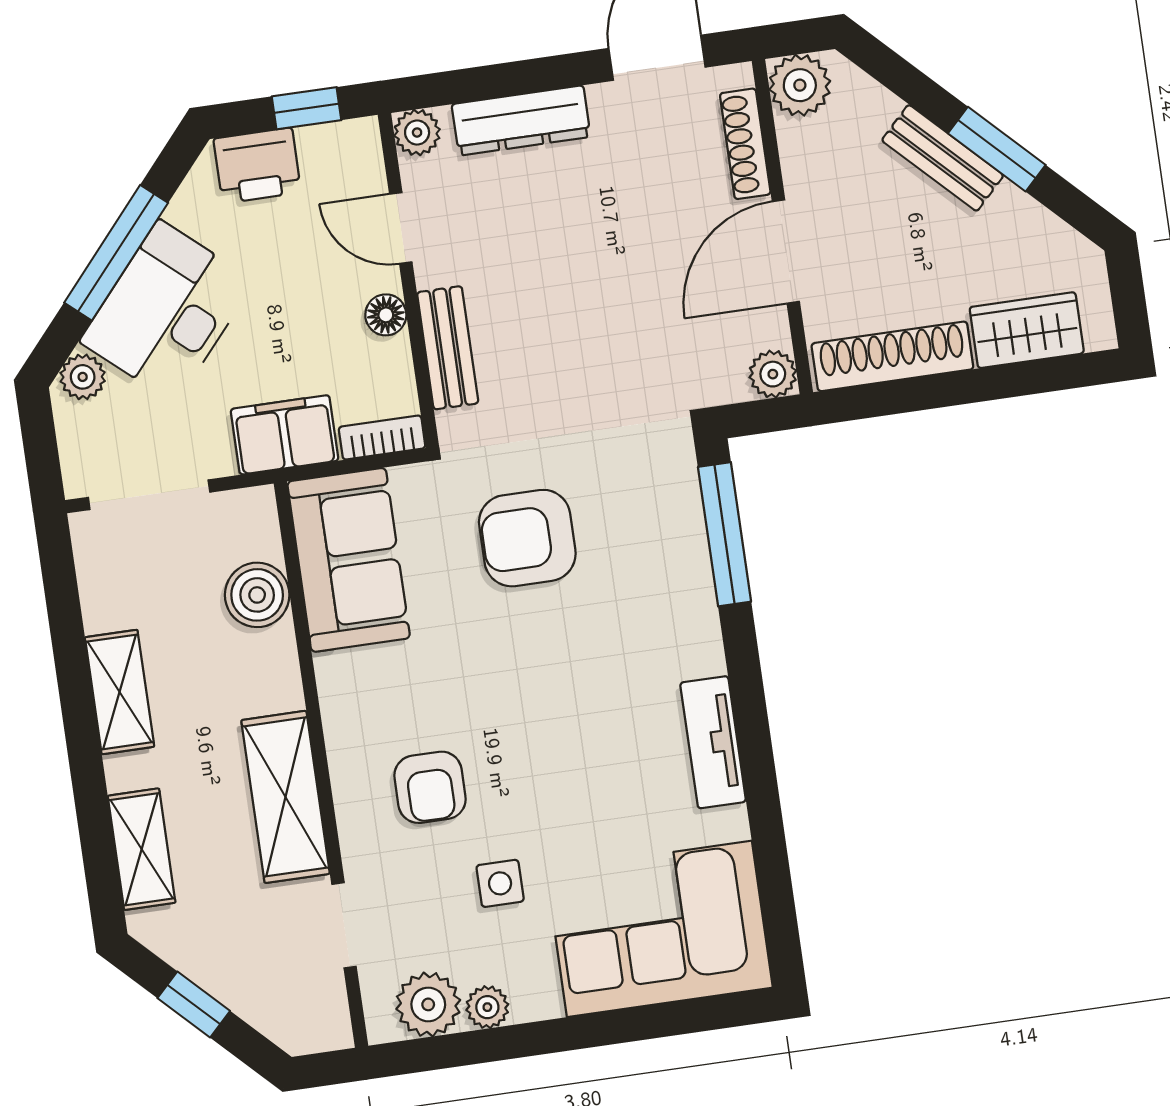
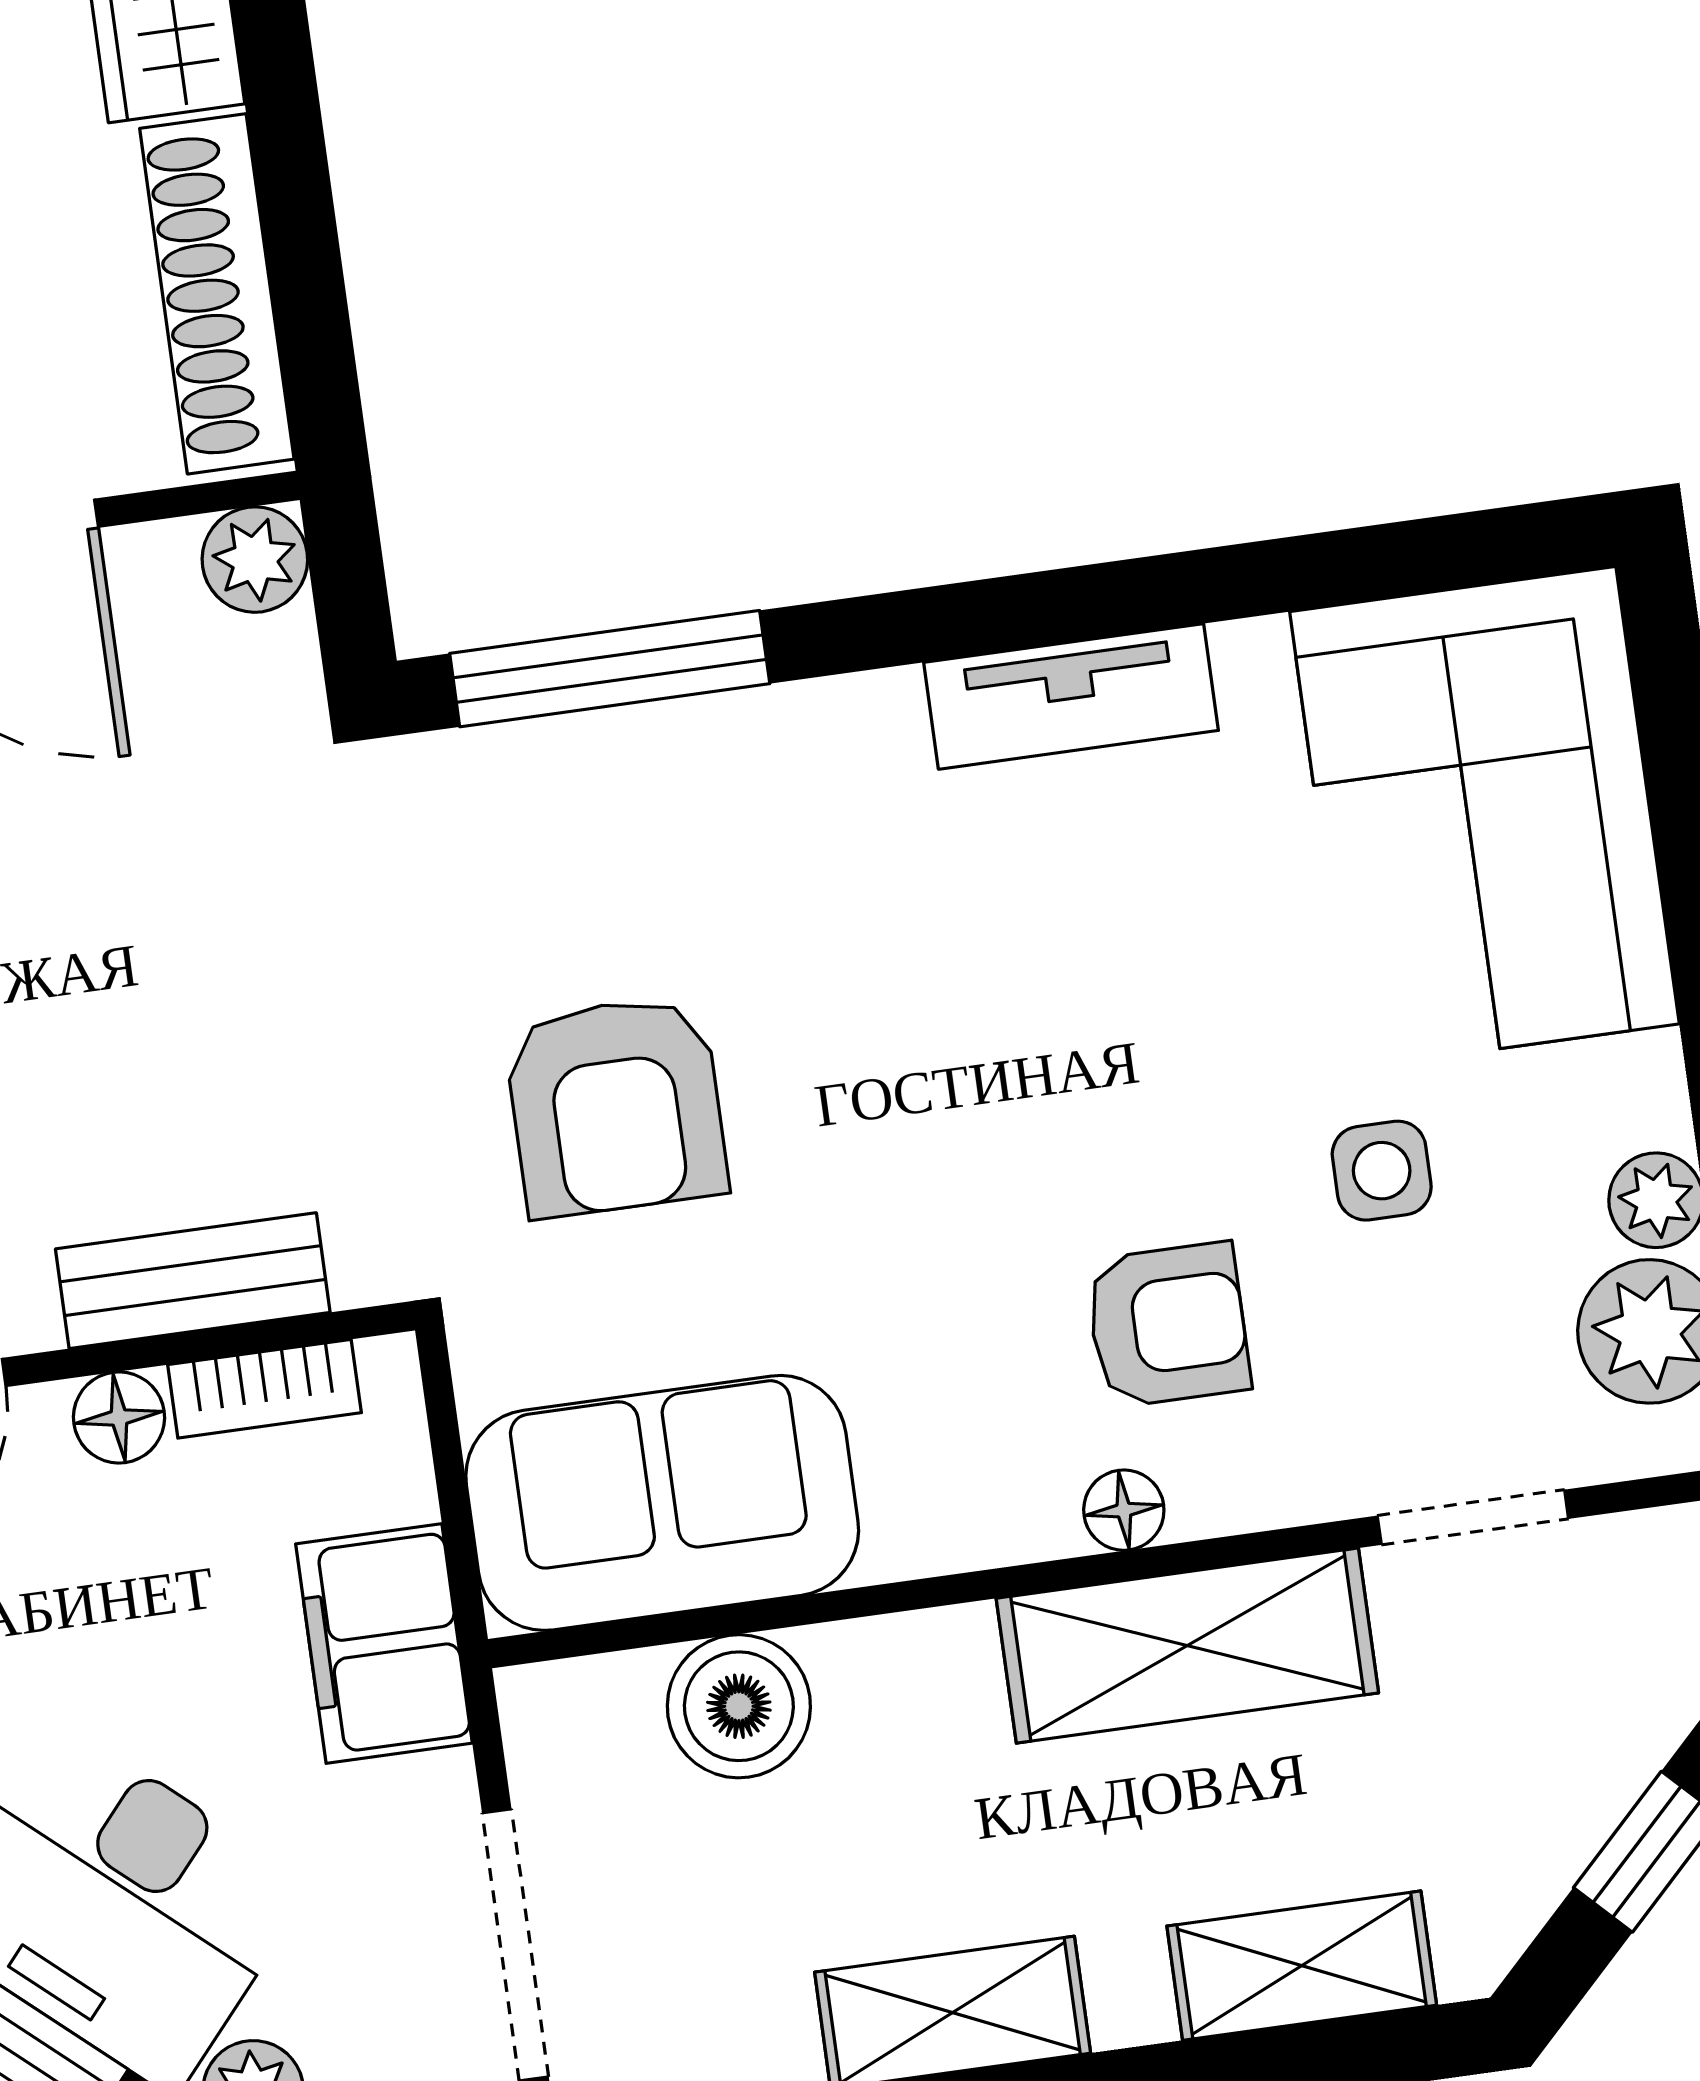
bookcase: (382, 438) -> (265, 1389), moved, turned -90
floor lamp: (346, 768) -> (1124, 1510), added

